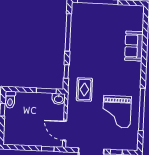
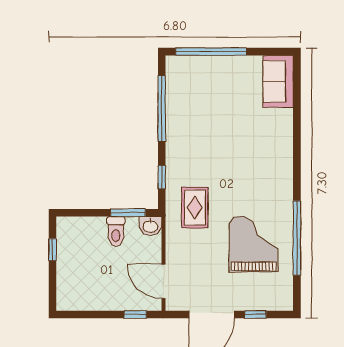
sofa: (134, 46) -> (278, 81), moved
toilet: (10, 100) -> (116, 231), moved
grand piano: (117, 112) -> (254, 244), turned 180

